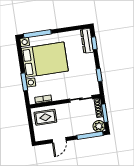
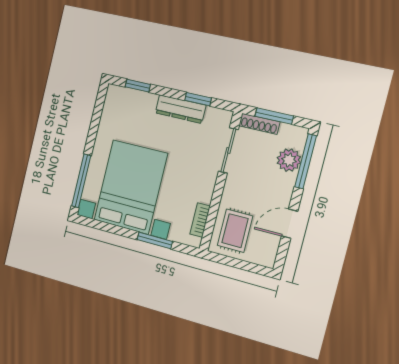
dresser: (87, 41) -> (181, 109), moved
plant: (99, 126) -> (289, 160), moved
door: (59, 140) -> (290, 224), swing flipped

